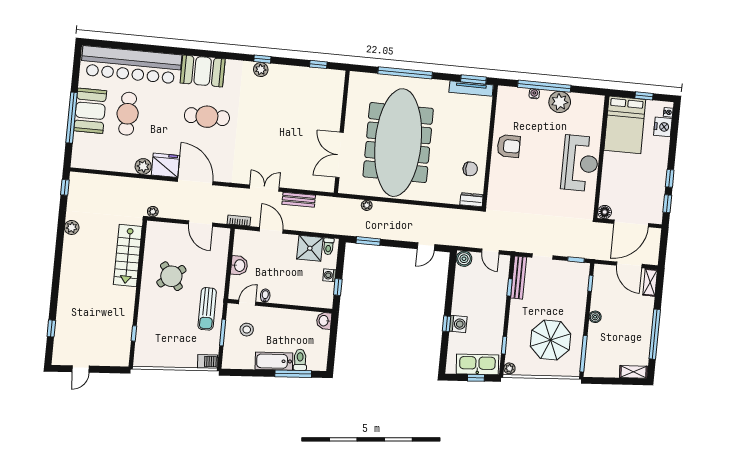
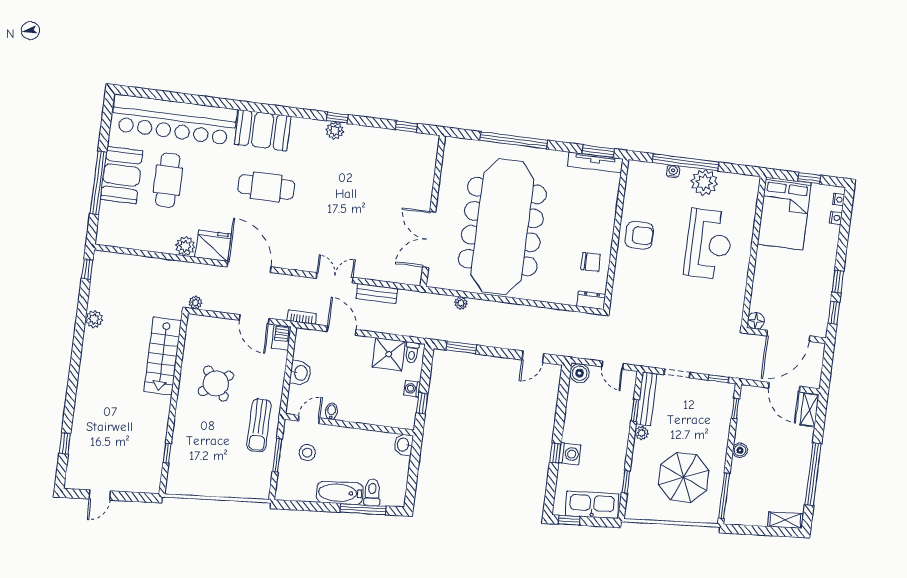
nightstand: (663, 127) -> (836, 218), width x0.53, depth x0.56
reception desk: (580, 163) -> (709, 244), moved
barbecue: (207, 361) -> (281, 337), moved, turned -86
plant: (509, 368) -> (642, 433), moved
window: (476, 378) -> (569, 520), moved

